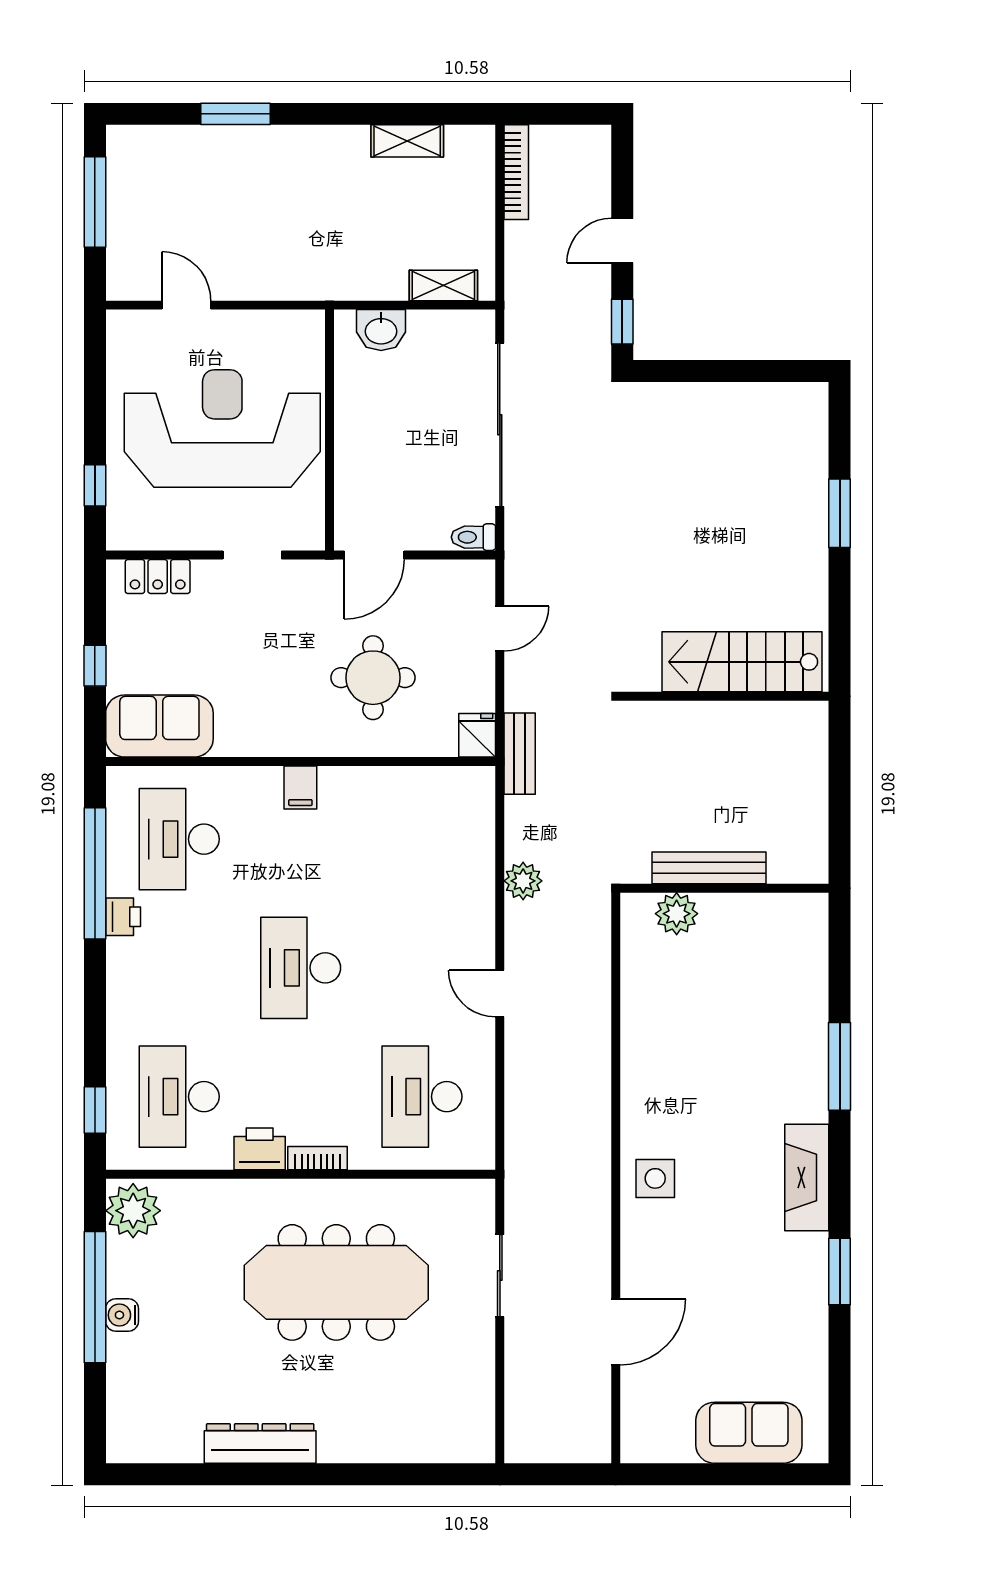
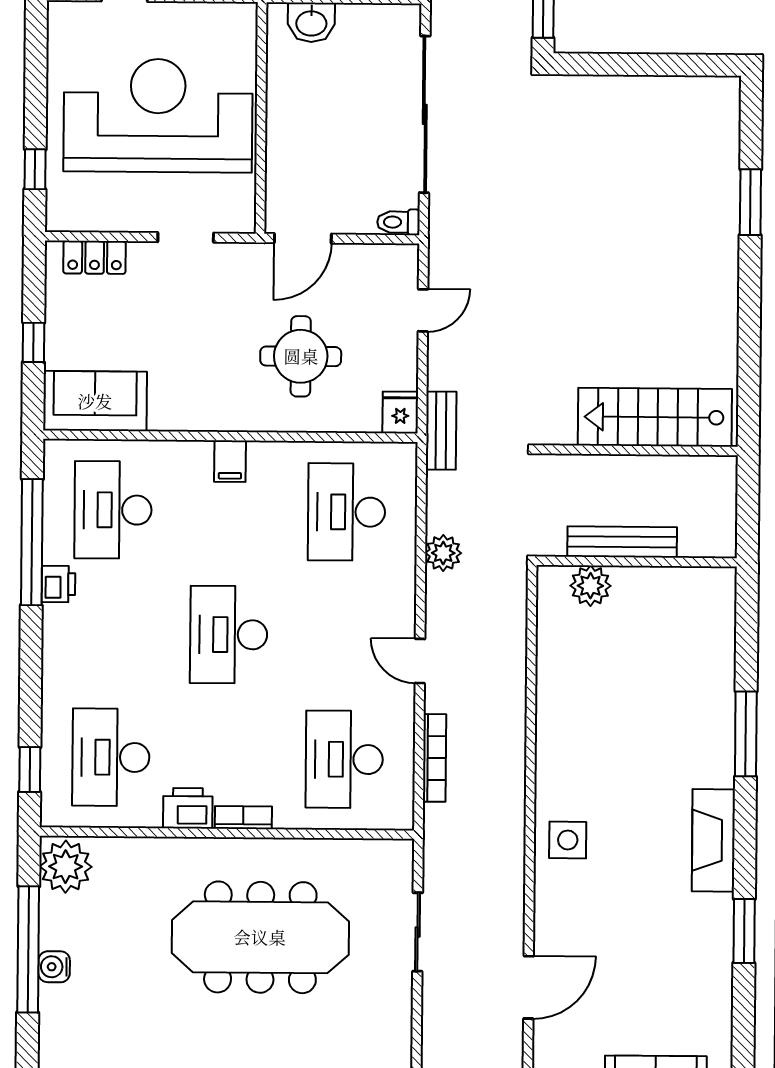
stairs: (742, 662) -> (655, 417), moved
wall: (724, 696) -> (638, 450), moved
desk: (422, 839) -> (346, 512), added
bookcase: (516, 1094) -> (435, 758), added

